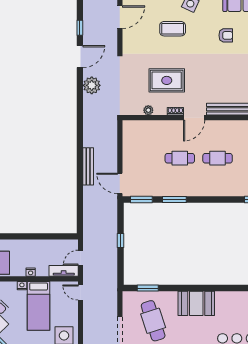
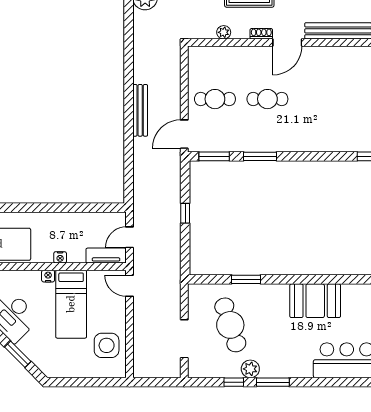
cafe table: (218, 158) -> (215, 99), moved
door: (120, 183) -> (184, 134), hinge flipped
window: (148, 288) -> (246, 279), moved
booth: (196, 303) -> (315, 301), moved

